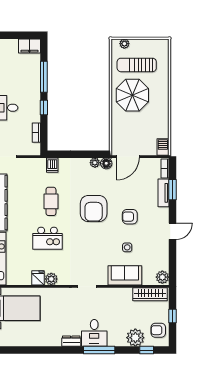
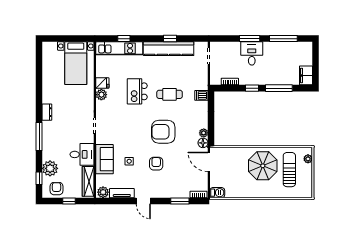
tv unit: (164, 193) -> (122, 193), moved
desk: (94, 333) -> (82, 154), moved, turned 180

